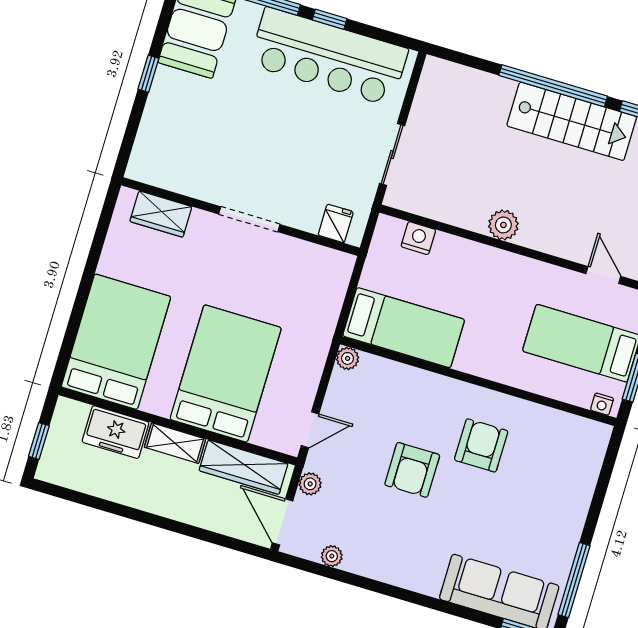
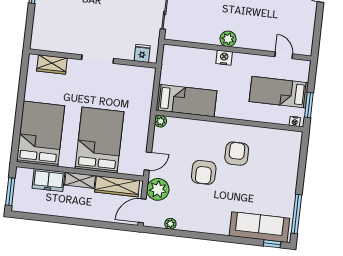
nightstand: (418, 238) -> (224, 58), moved
window: (39, 441) -> (10, 192), width x1.50
plant: (310, 484) -> (158, 189), width x1.87, depth x1.87
door: (283, 522) -> (142, 211), hinge flipped

